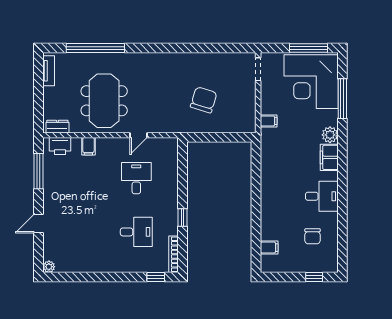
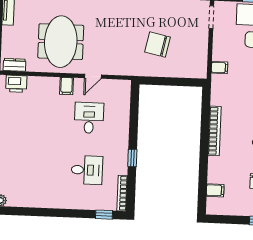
chair: (204, 100) -> (157, 45), turned -95
filing cabinet: (88, 146) -> (67, 86), moved
bookcase: (266, 186) -> (215, 131), added

